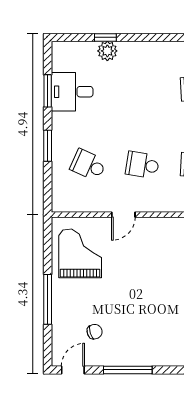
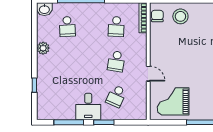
plant: (107, 51) -> (43, 48), moved
window: (48, 91) -> (69, 122), width x1.44
desk: (72, 92) -> (88, 107), moved

